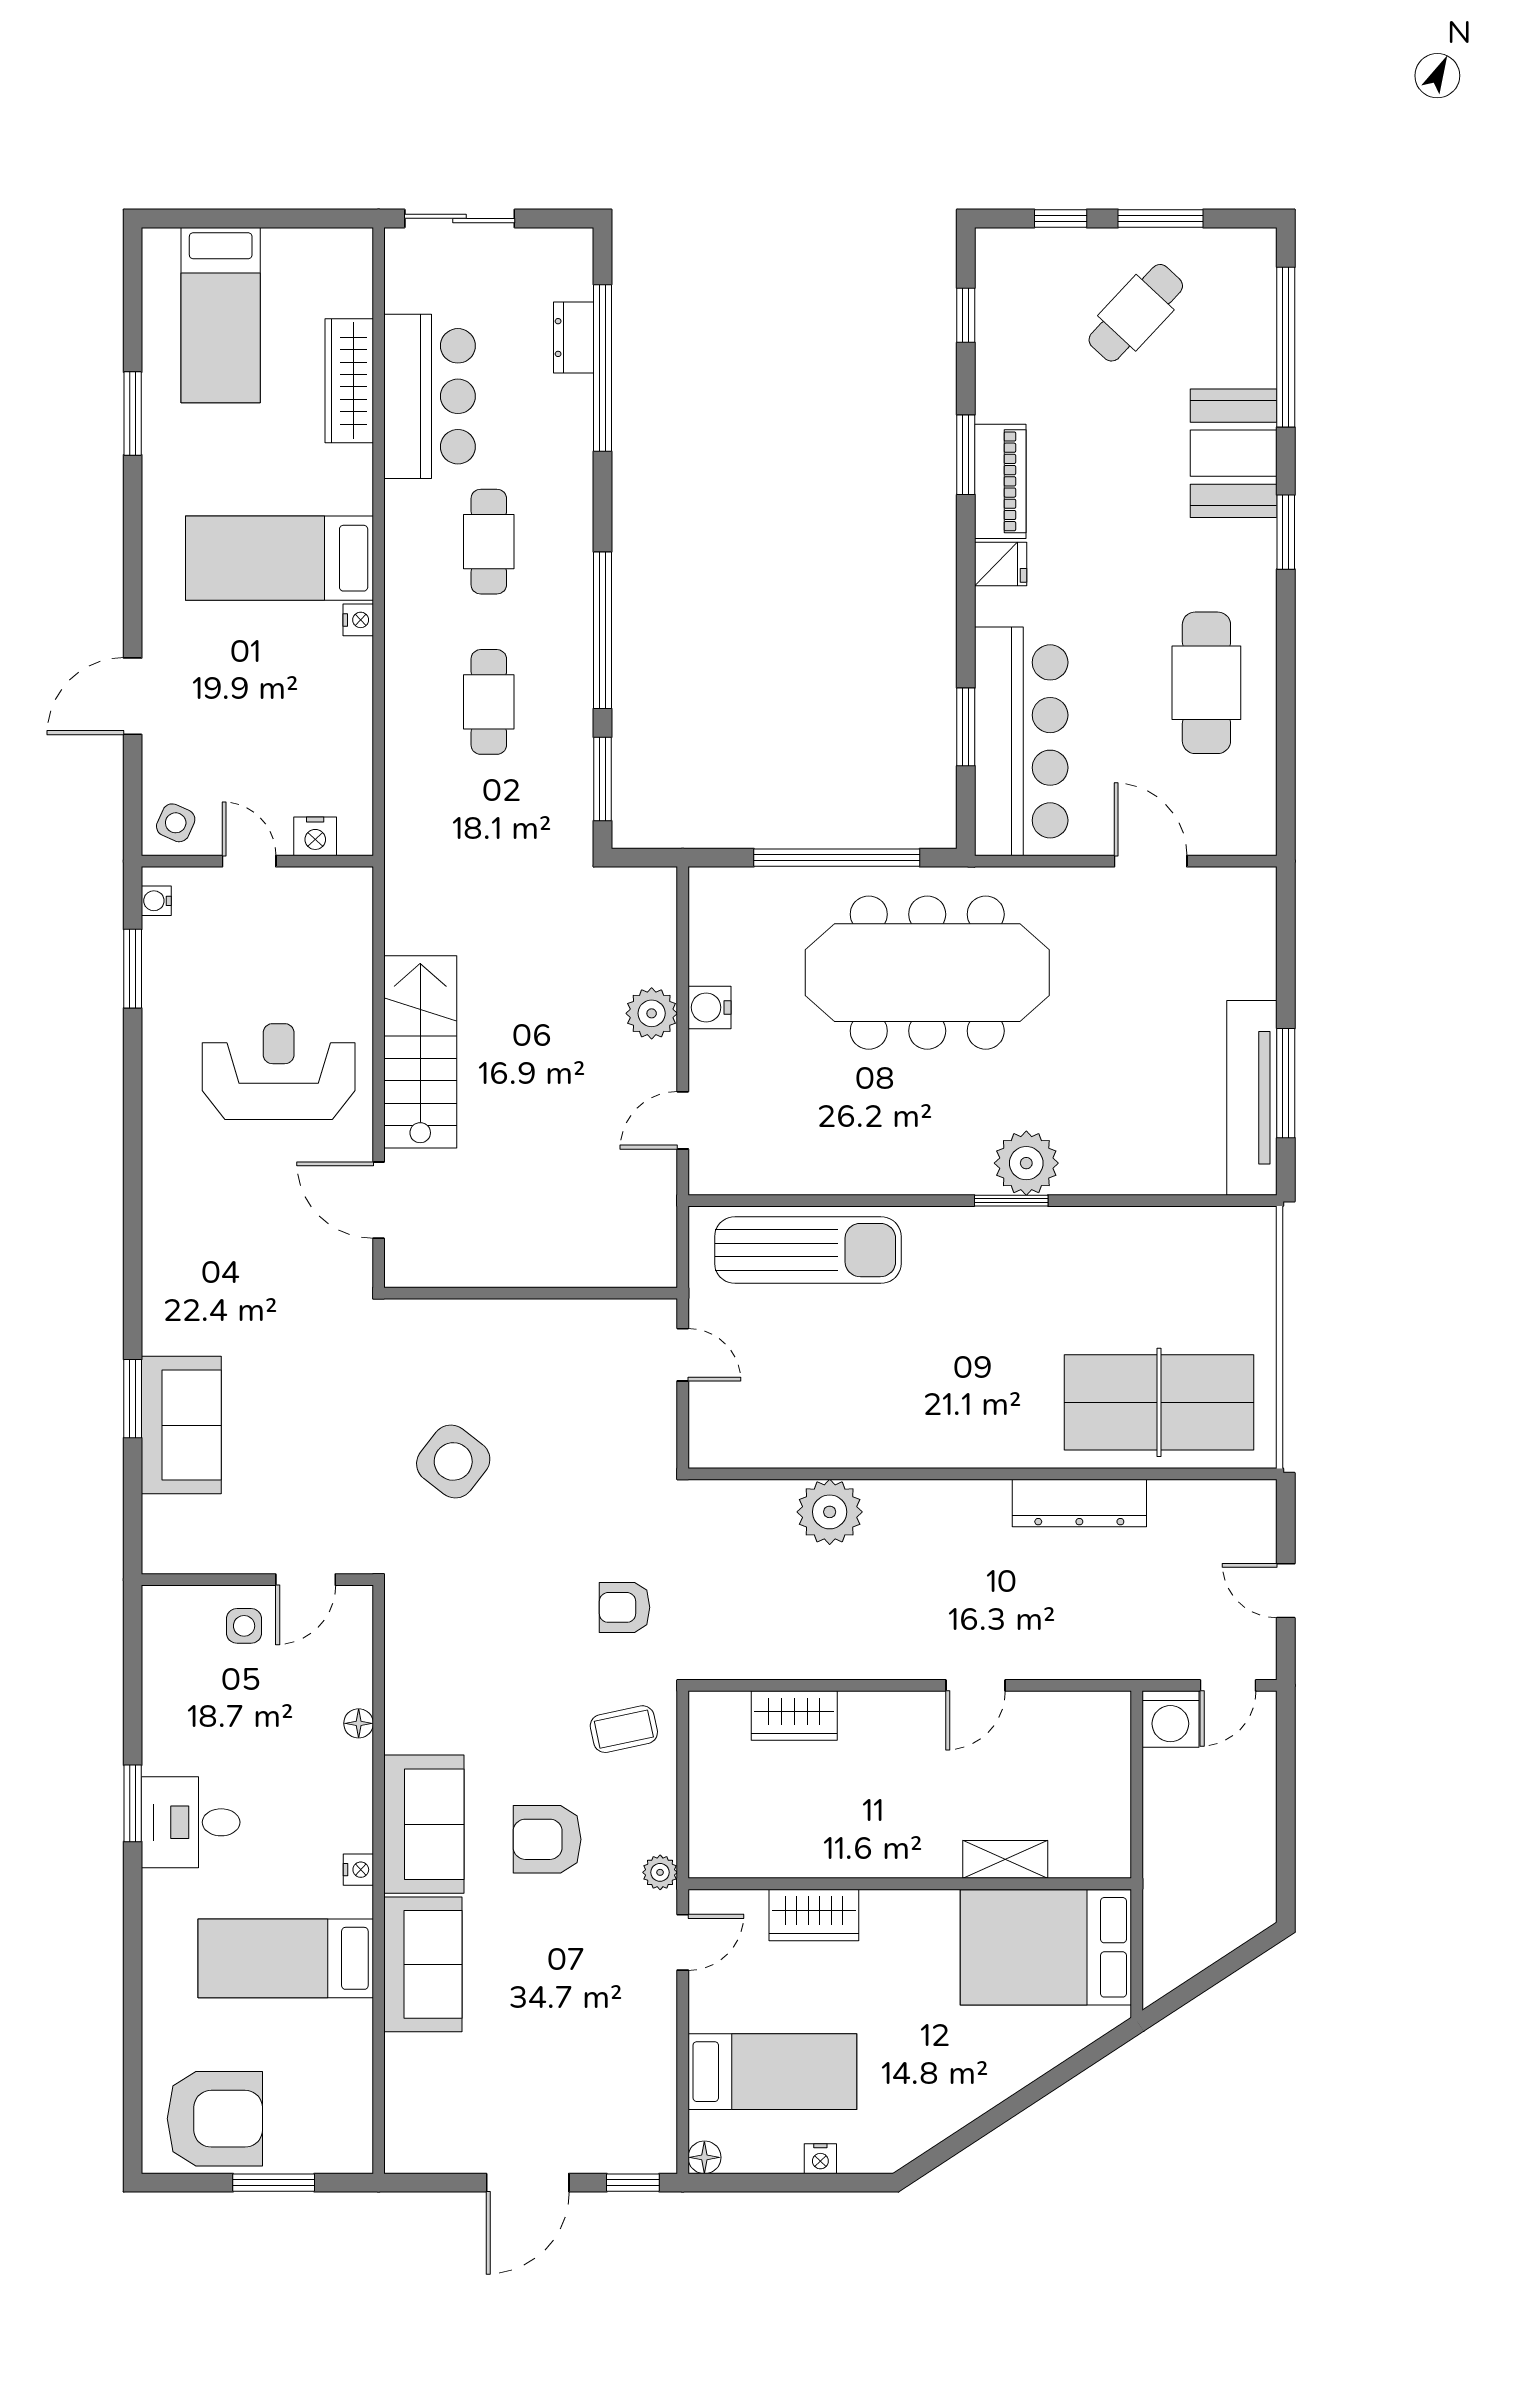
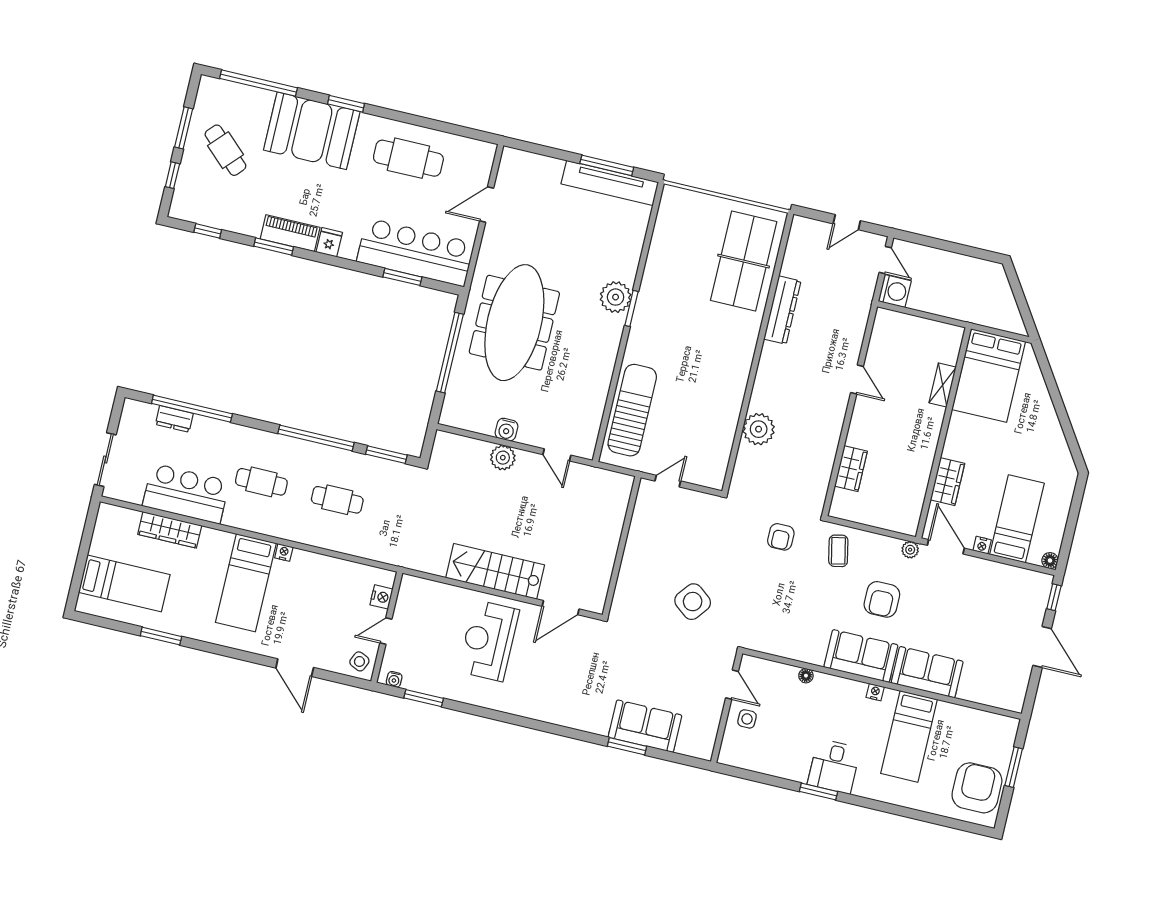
booth: (1234, 453) -> (312, 131), width x1.36, depth x1.42
door: (683, 1942) -> (946, 547), width x1.38
nightstand: (820, 2159) -> (982, 545), moved, turned 90

